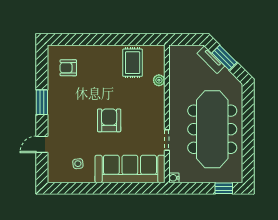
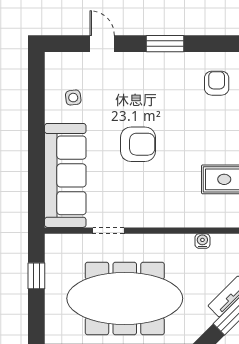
plant: (159, 80) -> (198, 219), removed
water cooler: (174, 178) -> (202, 241), moved
window: (224, 188) -> (36, 276), moved

